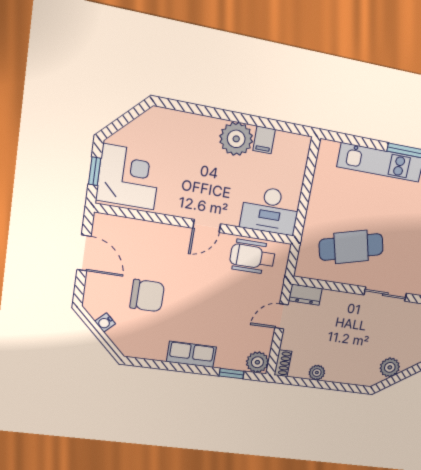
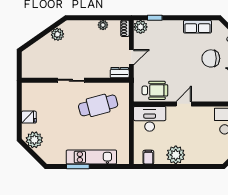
filing cabinet: (264, 140) -> (148, 157), moved
row of seats: (191, 354) -> (197, 27), moved

